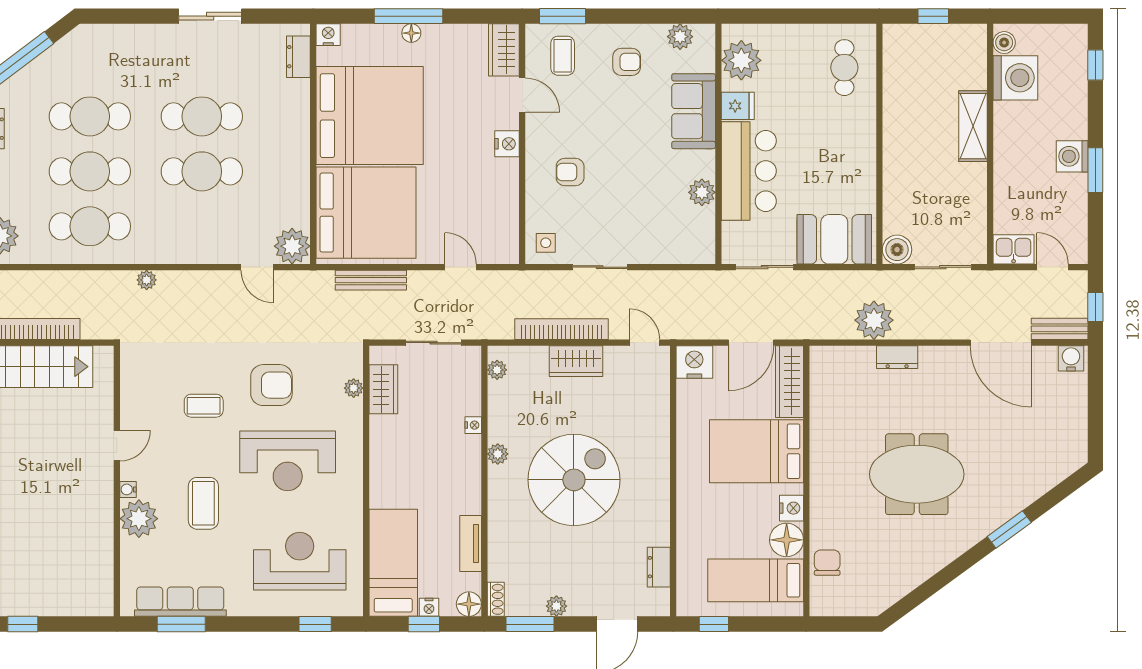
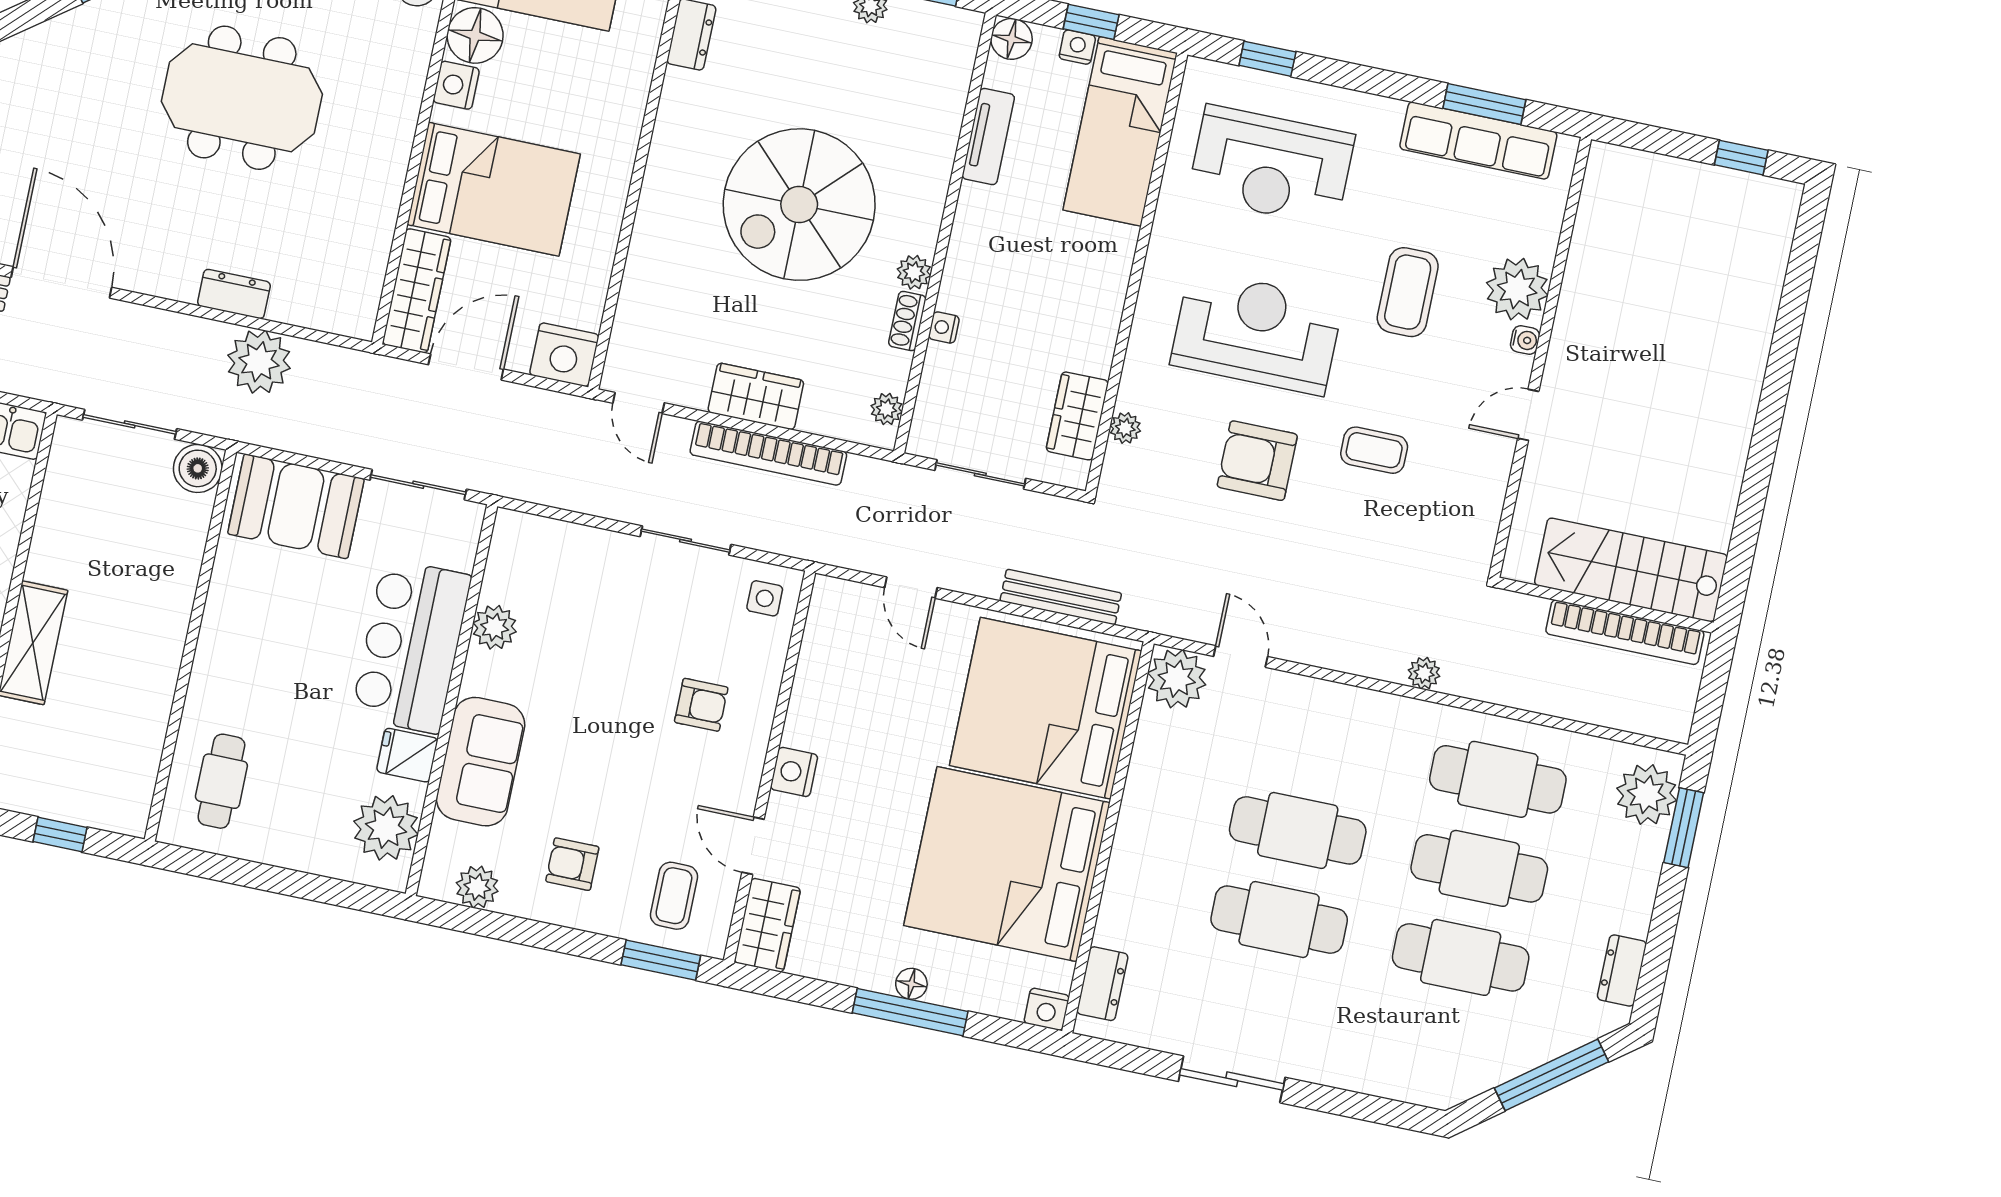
shoe rack: (496, 599) -> (907, 321), moved

